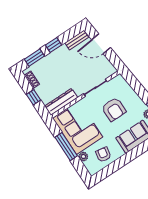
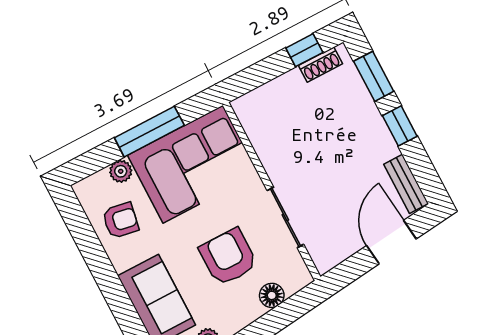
floor lamp: (128, 90) -> (272, 295), added
window: (33, 97) -> (304, 50), moved
dresser: (61, 102) -> (259, 131), removed
armchair: (114, 109) -> (228, 257), turned 90

